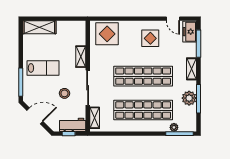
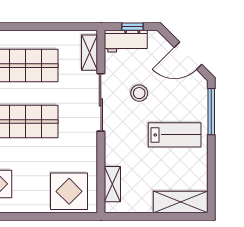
shelving: (81, 57) -> (112, 184), moved
lab bench: (43, 68) -> (175, 135), turned 180

